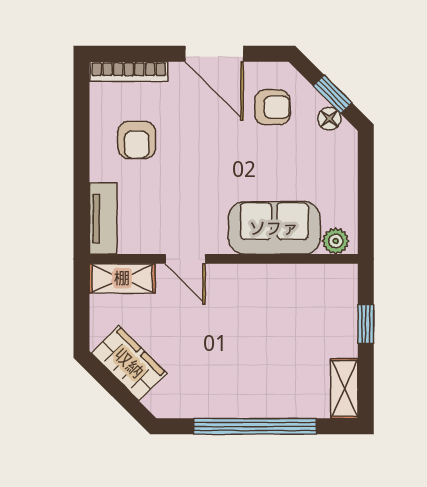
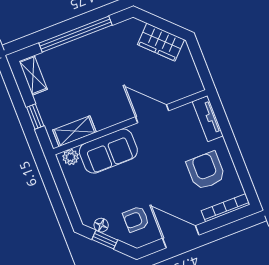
armchair: (137, 140) -> (206, 171), width x1.38, depth x1.38
door: (185, 259) -> (152, 114), width x1.38
shelving: (122, 278) -> (74, 131), moved

